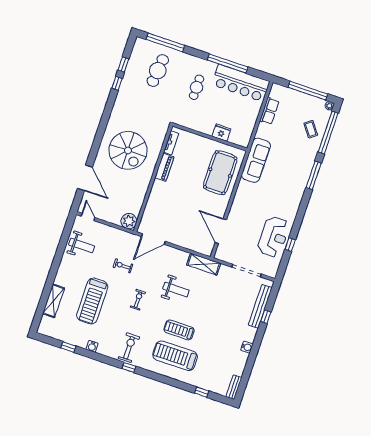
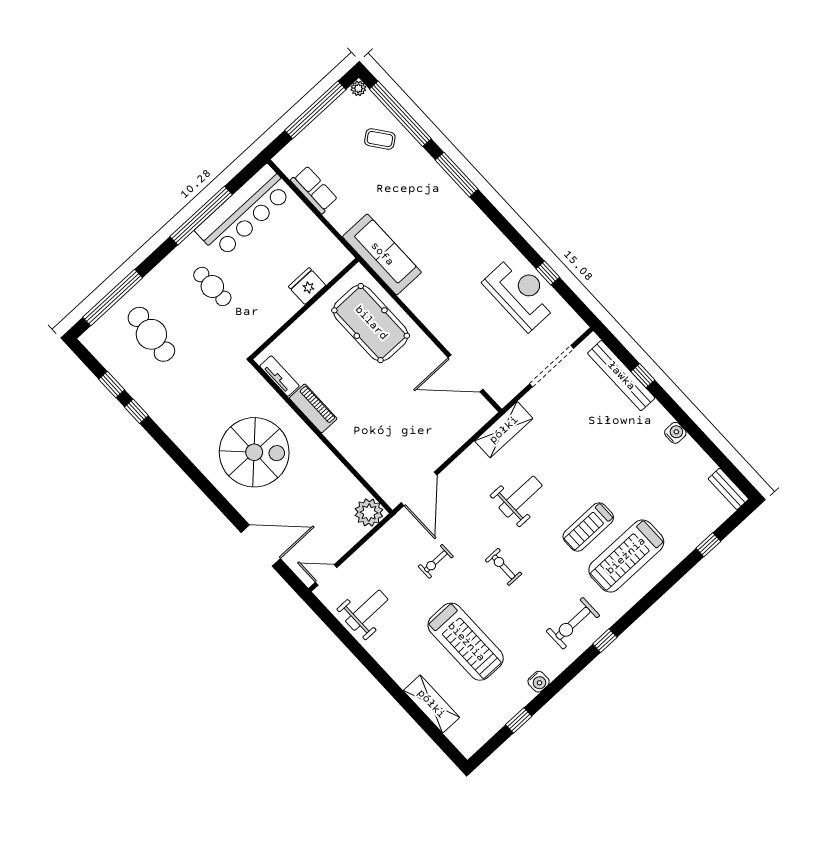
exercise bike: (129, 348) -> (573, 623), turned -90

